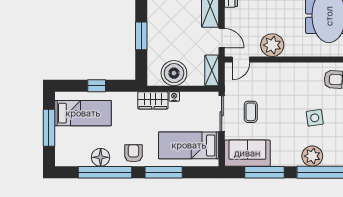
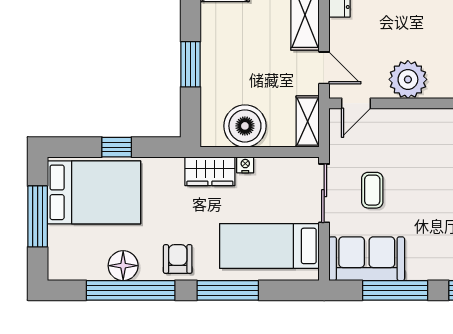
bed: (83, 113) -> (94, 192), width x1.50

